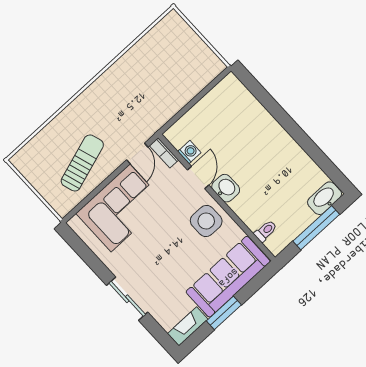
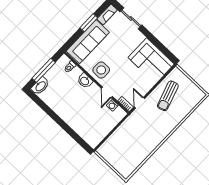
washbasin: (226, 188) -> (85, 81), moved
corner sofa: (120, 208) -> (151, 61), moved, turned -90
sliding door: (127, 299) -> (131, 18), moved

